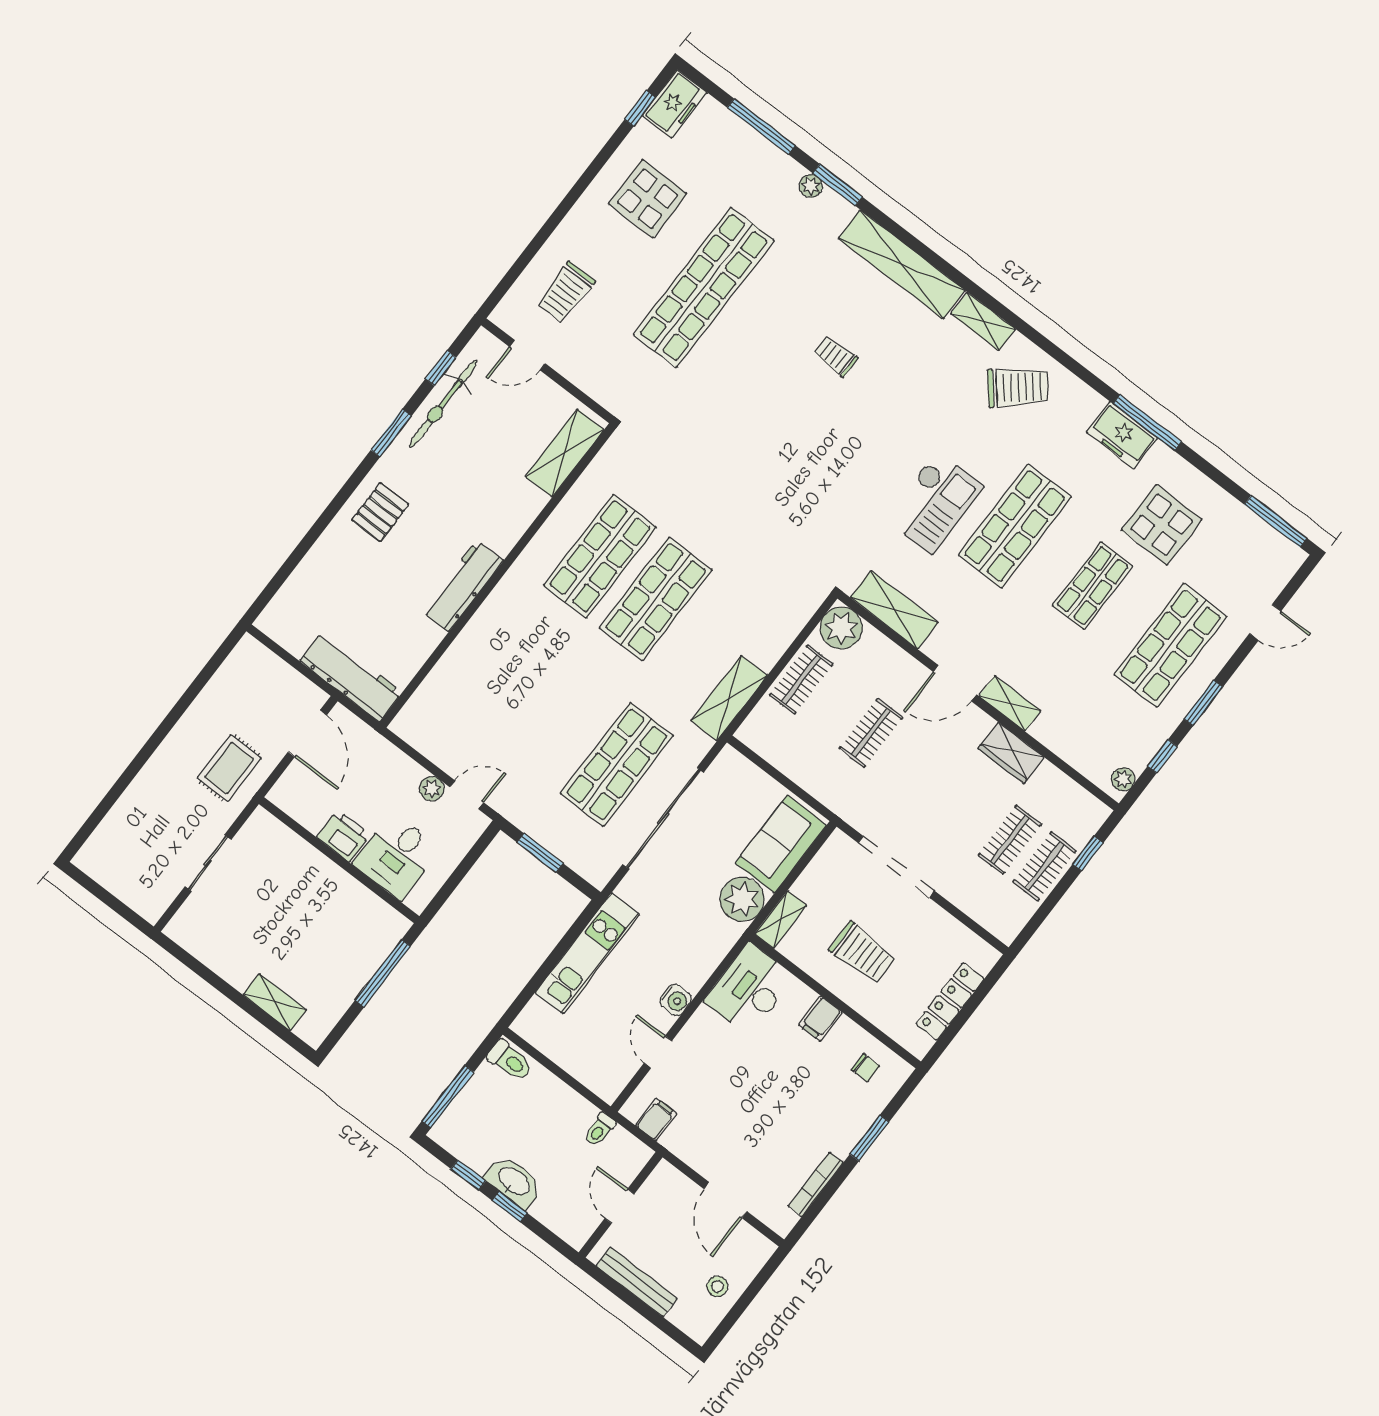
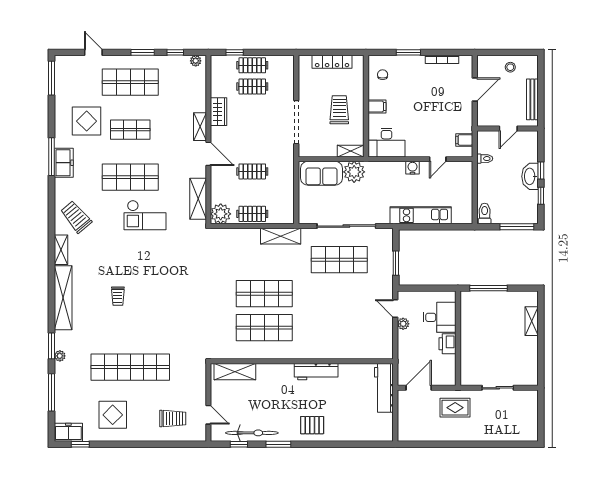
checkout: (934, 502) -> (145, 215), turned 180

